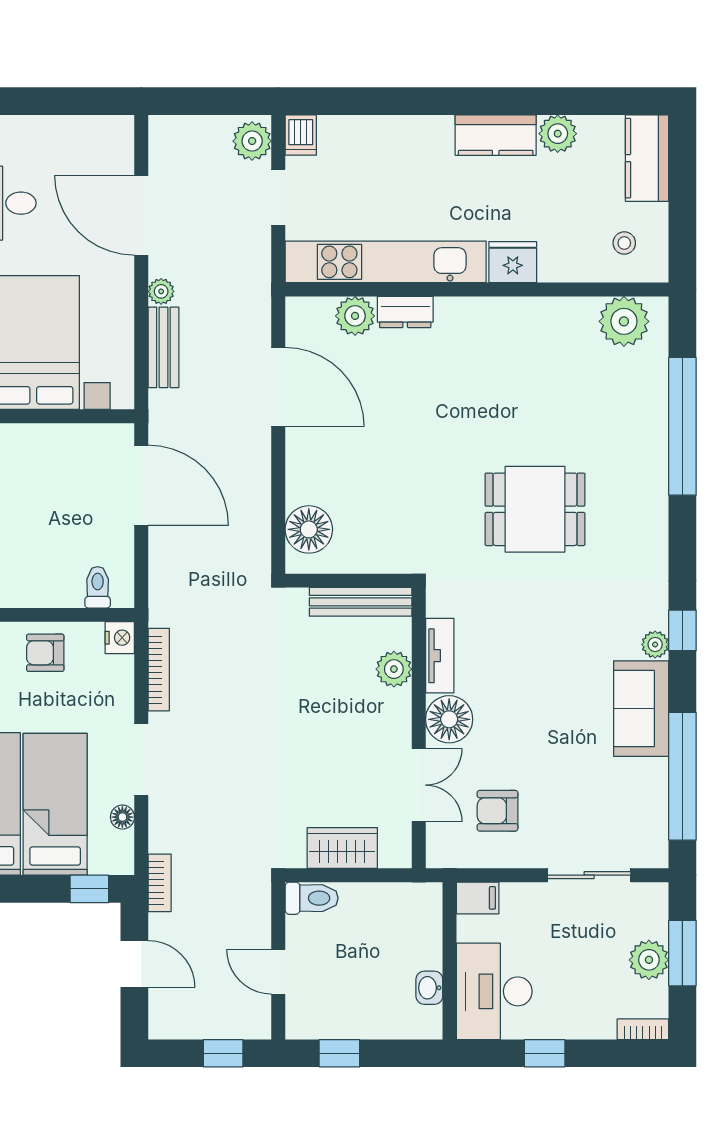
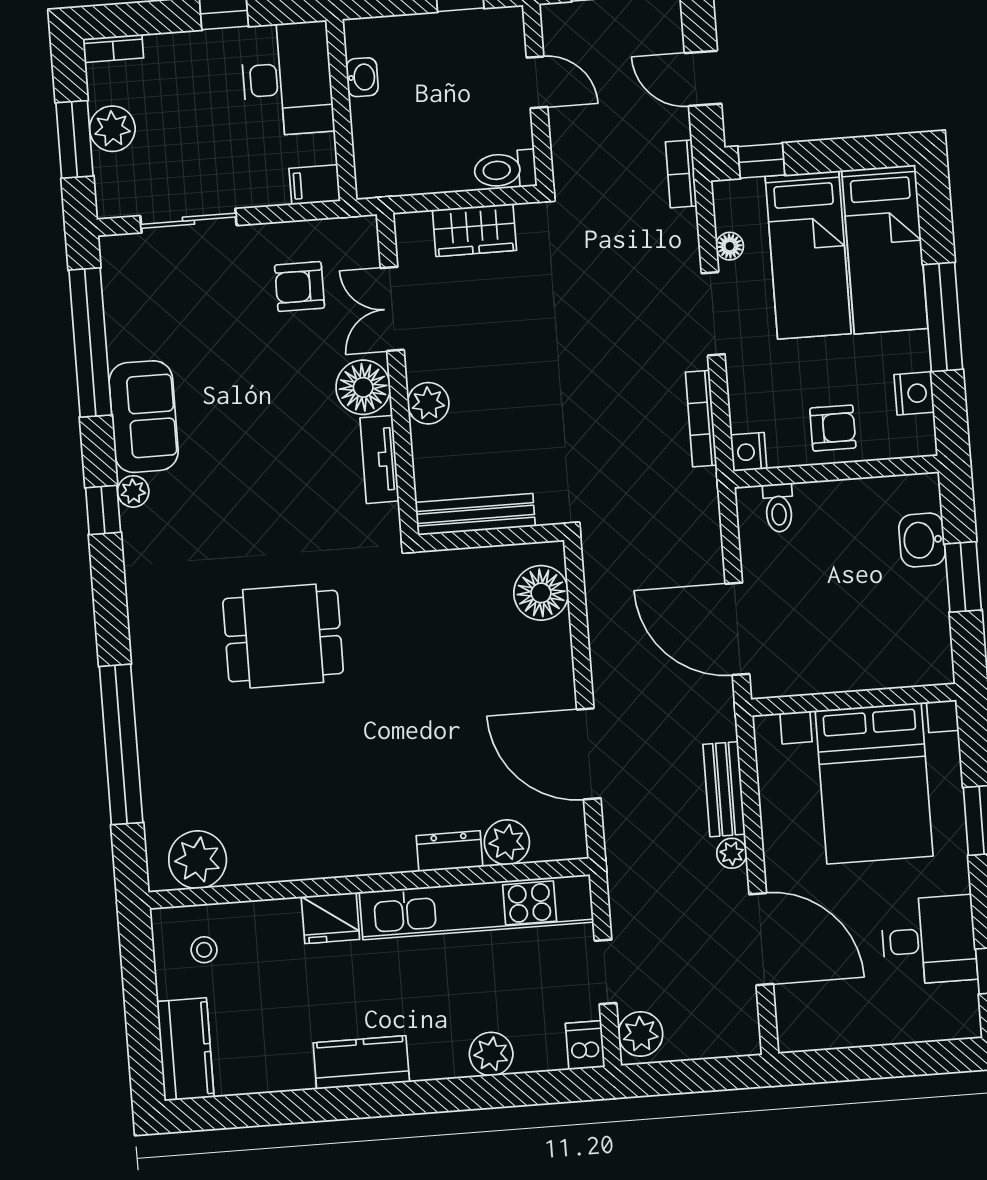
plant: (558, 134) -> (491, 1054), moved
plant: (394, 669) -> (428, 403), moved
armchair: (497, 811) -> (300, 287), turned 180

